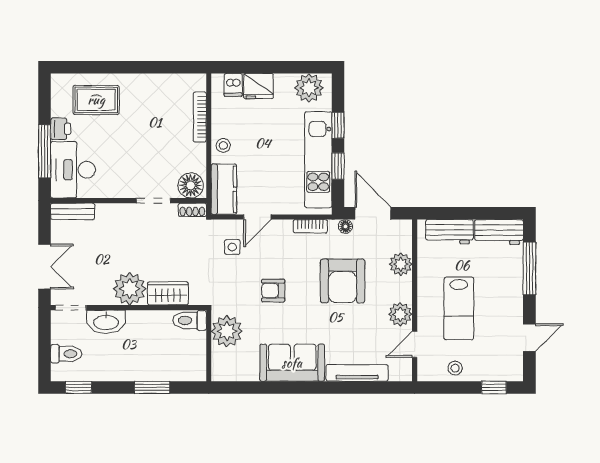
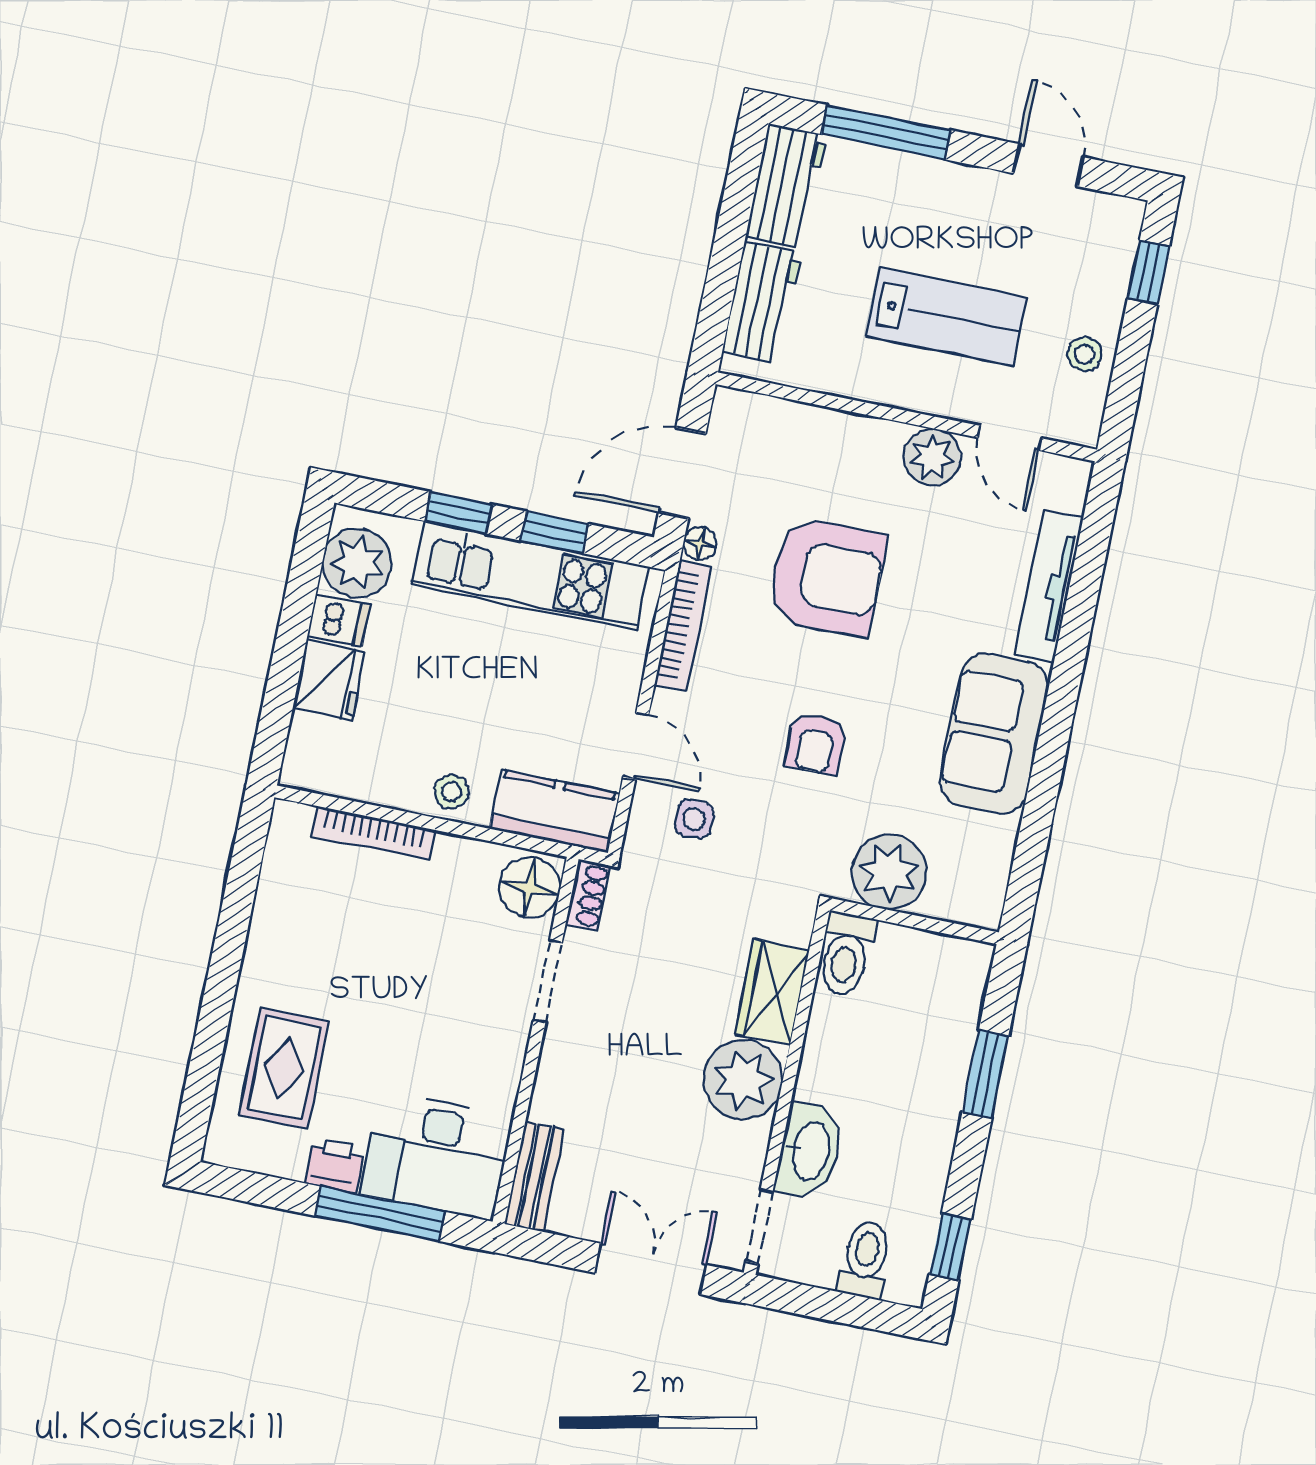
dishwasher: (233, 85) -> (339, 620), moved
bookcase: (310, 226) -> (683, 626), width x1.56
plant: (401, 264) -> (815, 432), removed

